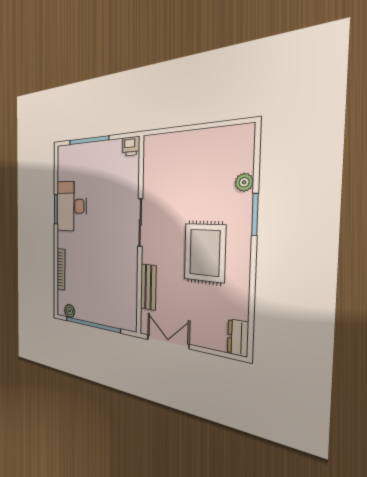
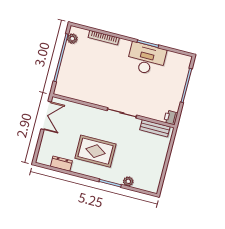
bench: (148, 287) -> (155, 128), moved
dresser: (238, 338) -> (61, 164), moved

